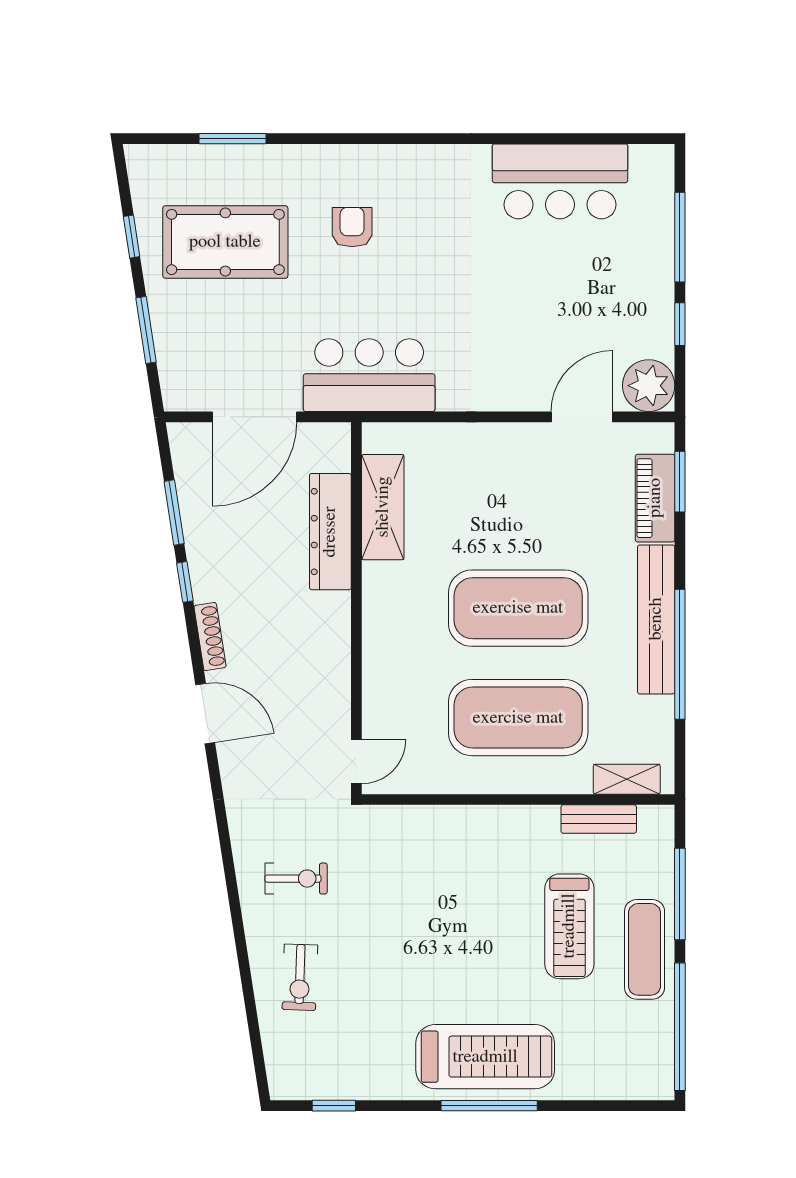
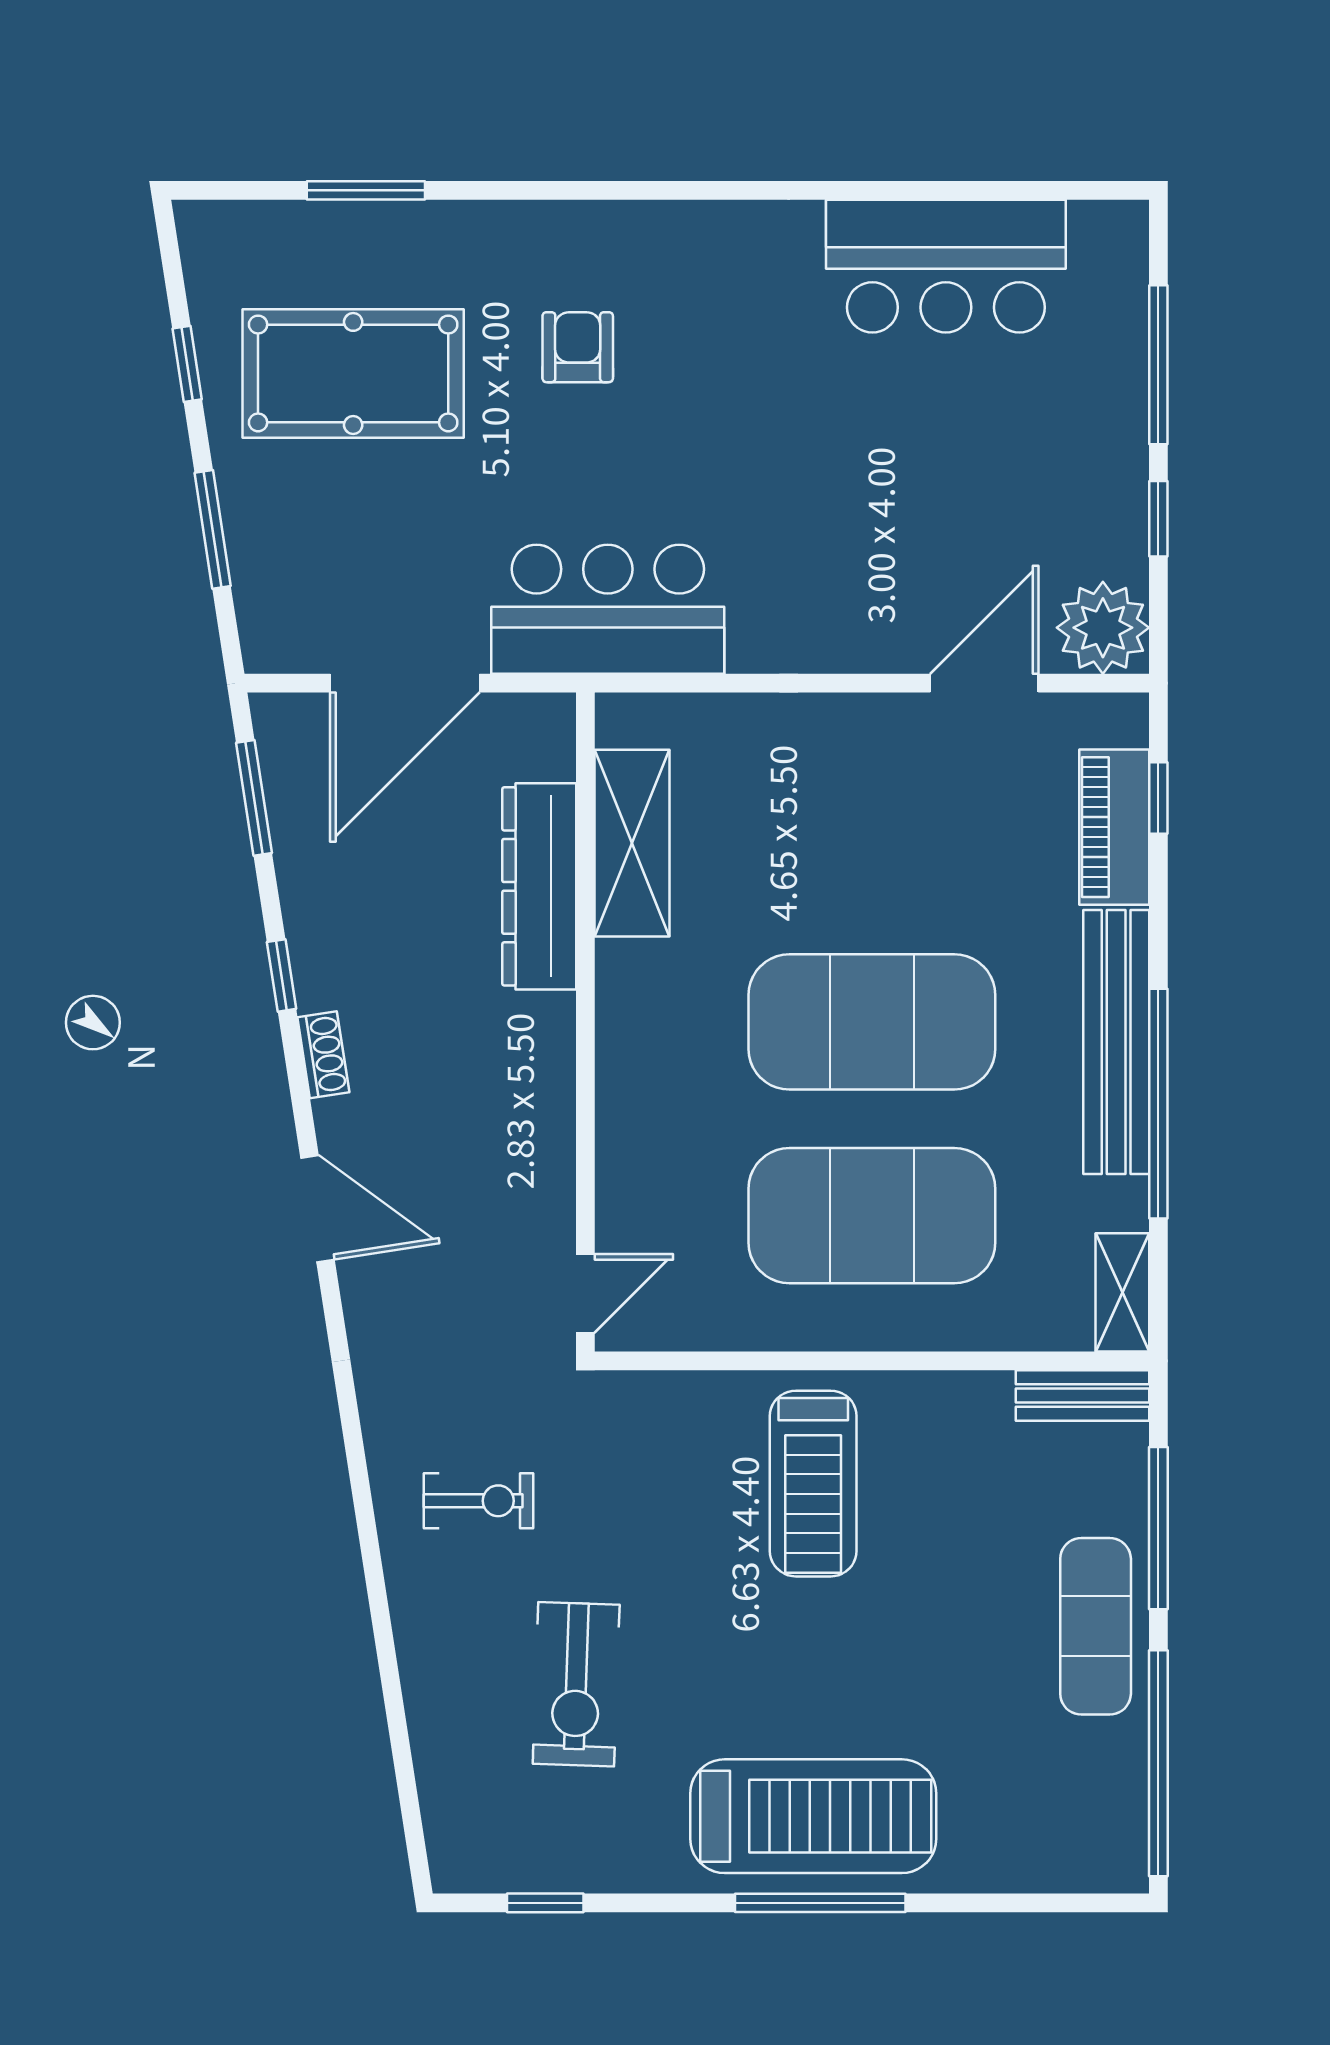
window: (680, 482) -> (1158, 798), width x0.67
window: (174, 512) -> (254, 798), moved
shoe rack: (210, 636) -> (323, 1055), width x0.70
shelving: (627, 779) -> (1122, 1292), moved, turned 90
bench: (599, 819) -> (1082, 1395), moved
treadmill: (569, 926) -> (813, 1484), moved
exercise bike: (300, 977) -> (576, 1684), moved, width x1.38, depth x1.39

